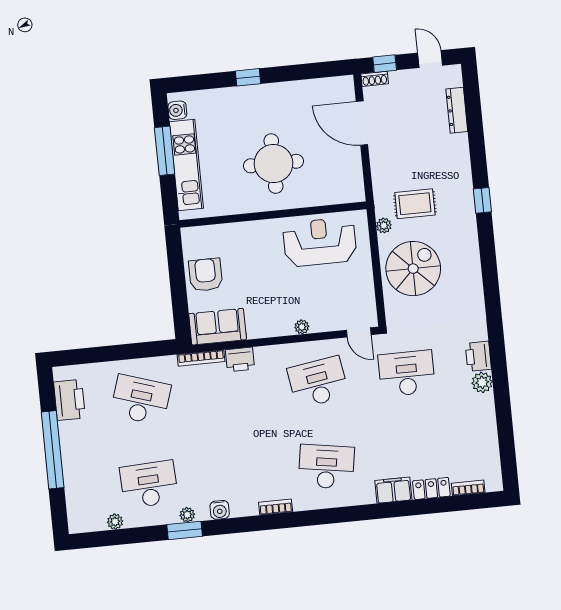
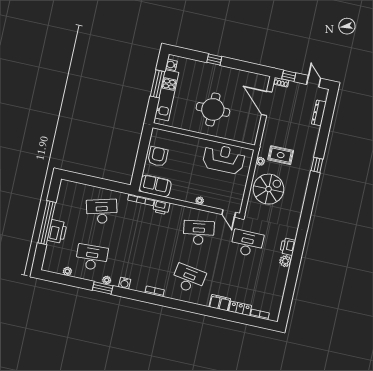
printer: (69, 400) -> (57, 232), moved
desk: (141, 400) -> (102, 211), turned -33

